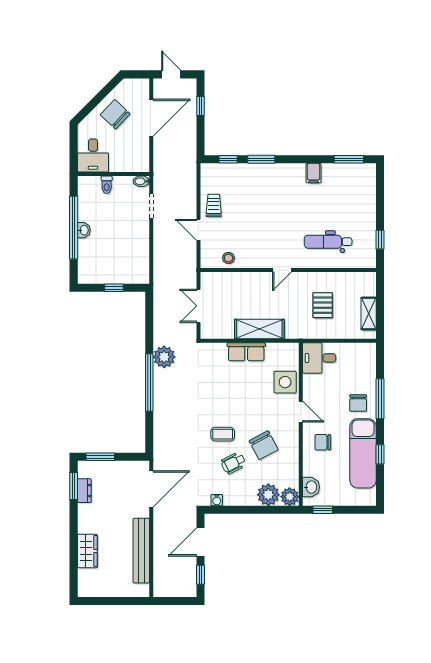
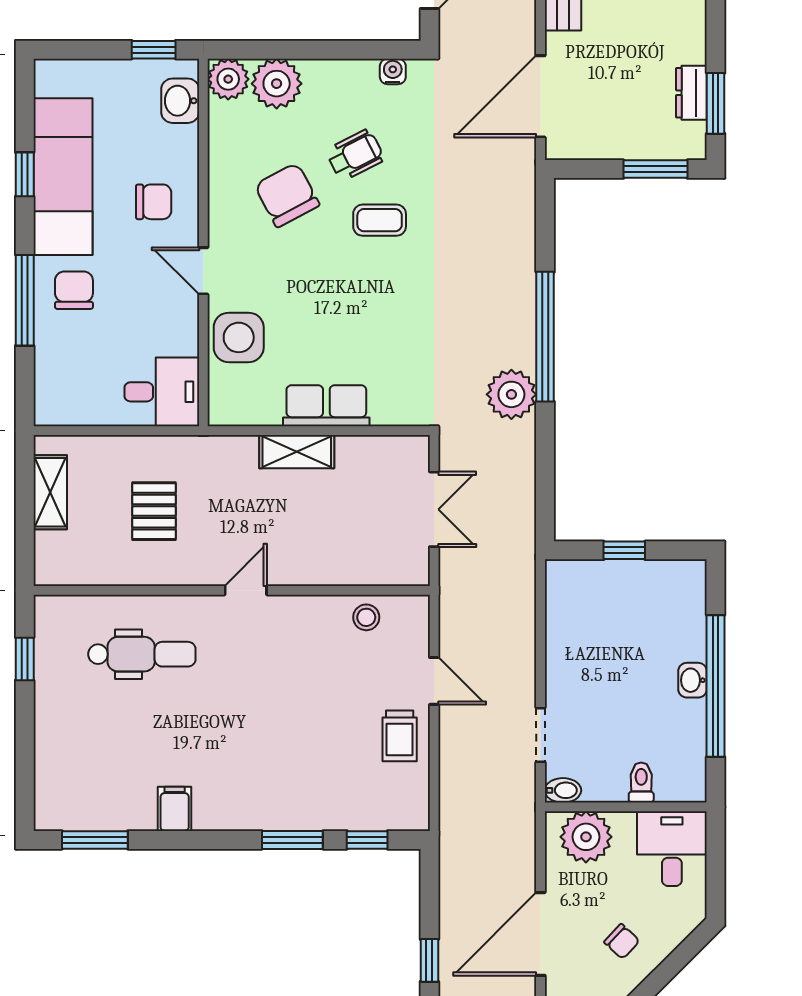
chair: (115, 114) -> (622, 941), width x0.54, depth x0.54
plant: (131, 161) -> (586, 837), added
shelving: (259, 329) -> (297, 452), width x0.67, depth x0.75

